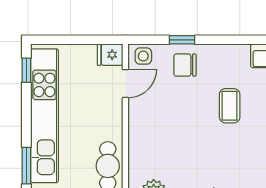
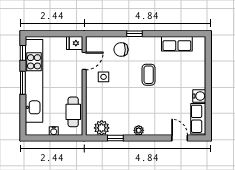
window: (182, 40) -> (135, 34), moved
side table: (143, 56) -> (104, 77), moved
window: (26, 166) -> (23, 83), moved

